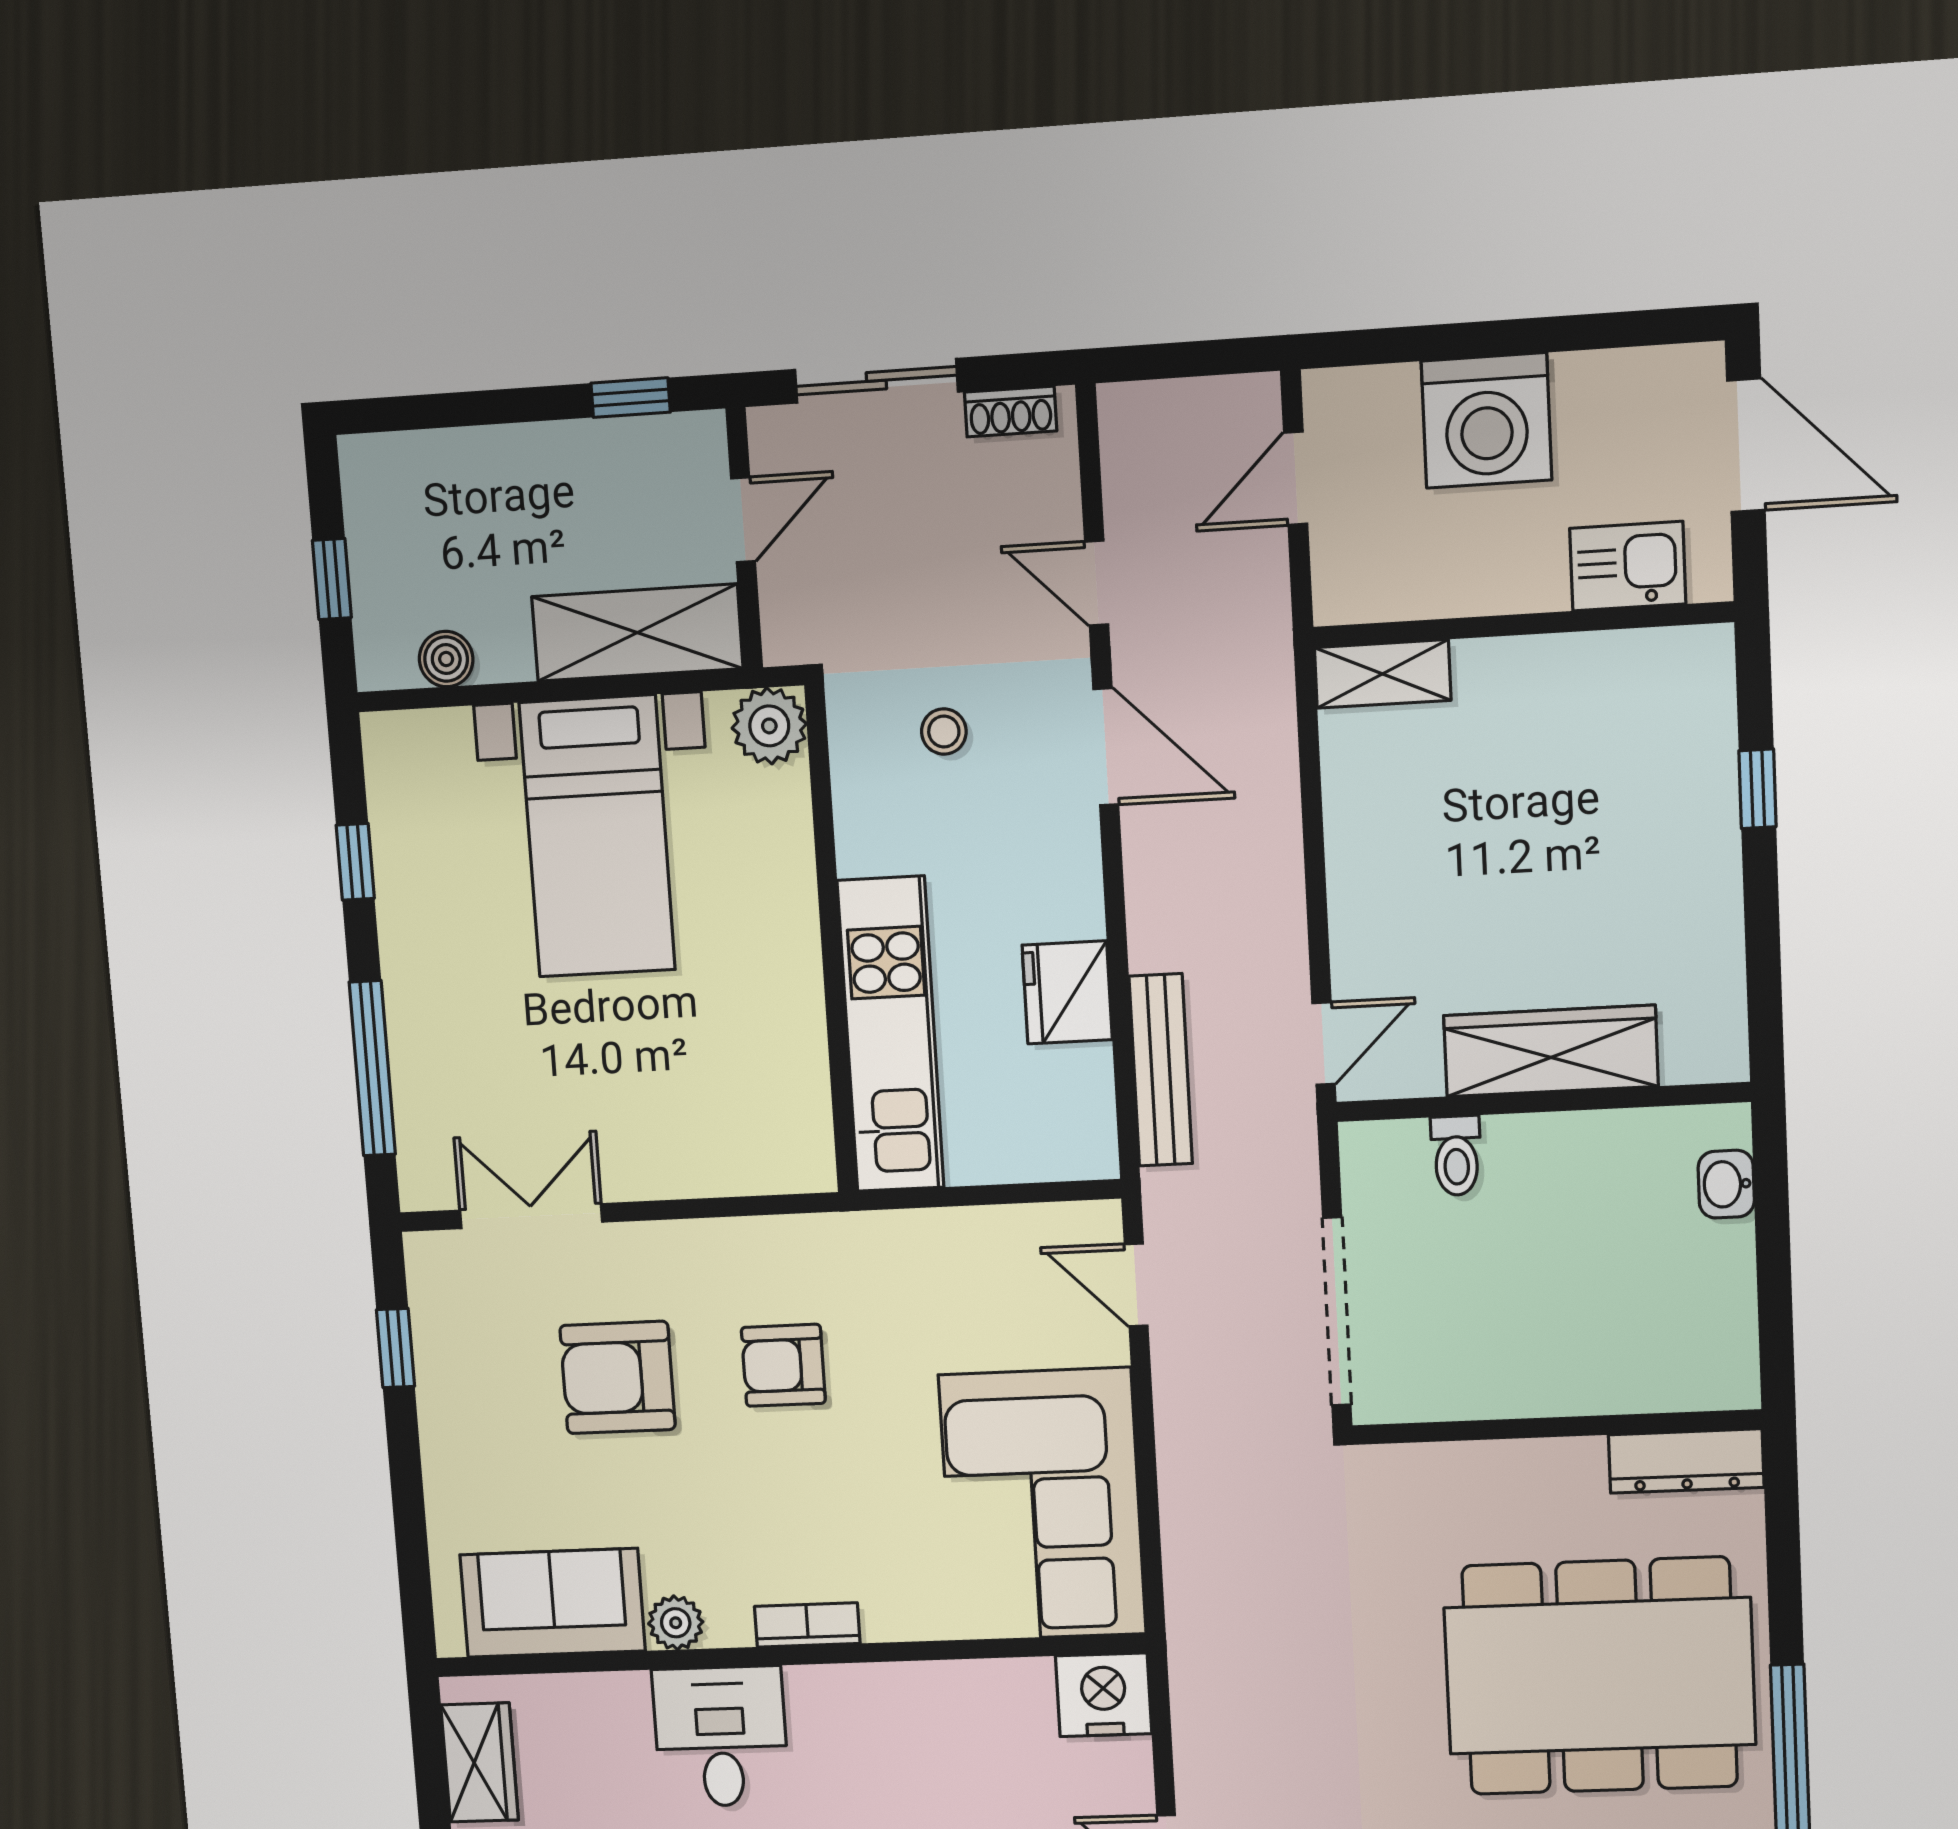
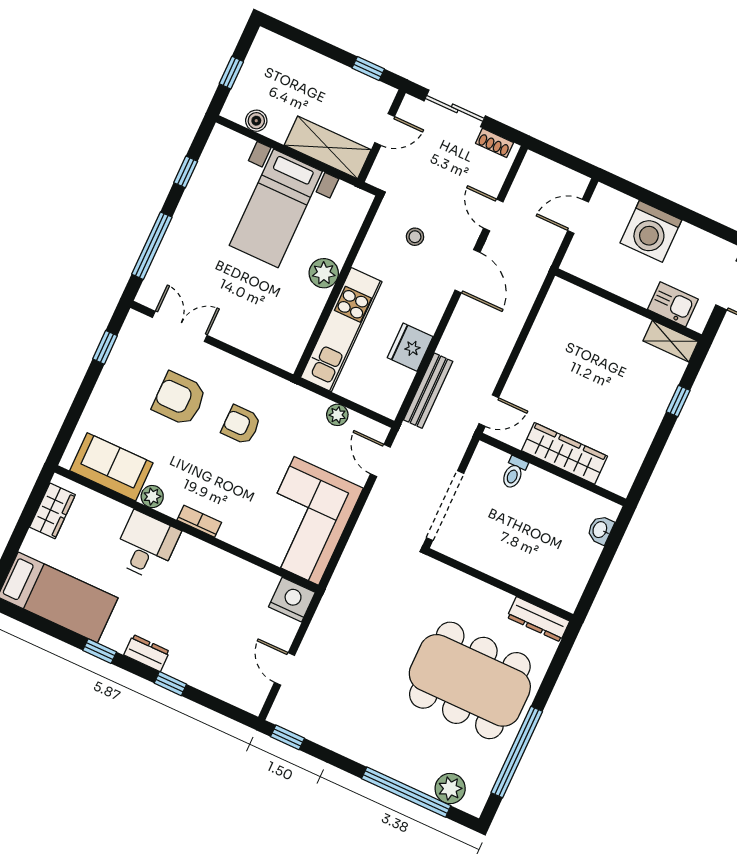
shelving: (1383, 674) -> (671, 341), moved
plant: (769, 726) -> (324, 273), moved
plant: (985, 1232) -> (337, 415), added

